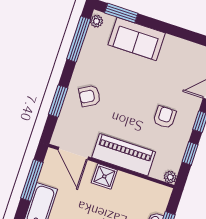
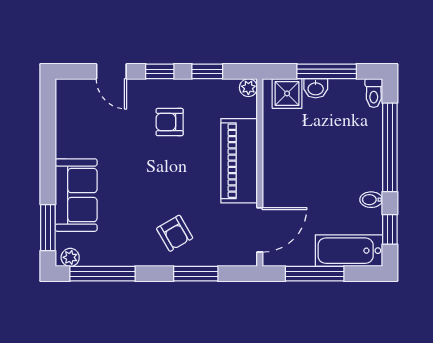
shower: (104, 176) -> (287, 93), moved

